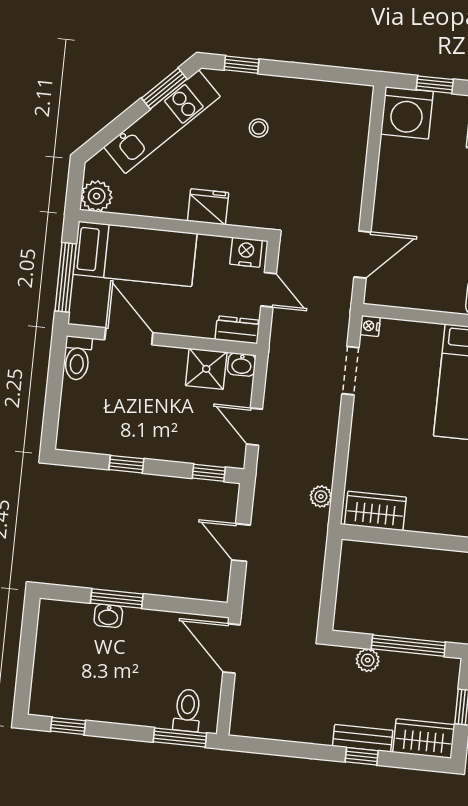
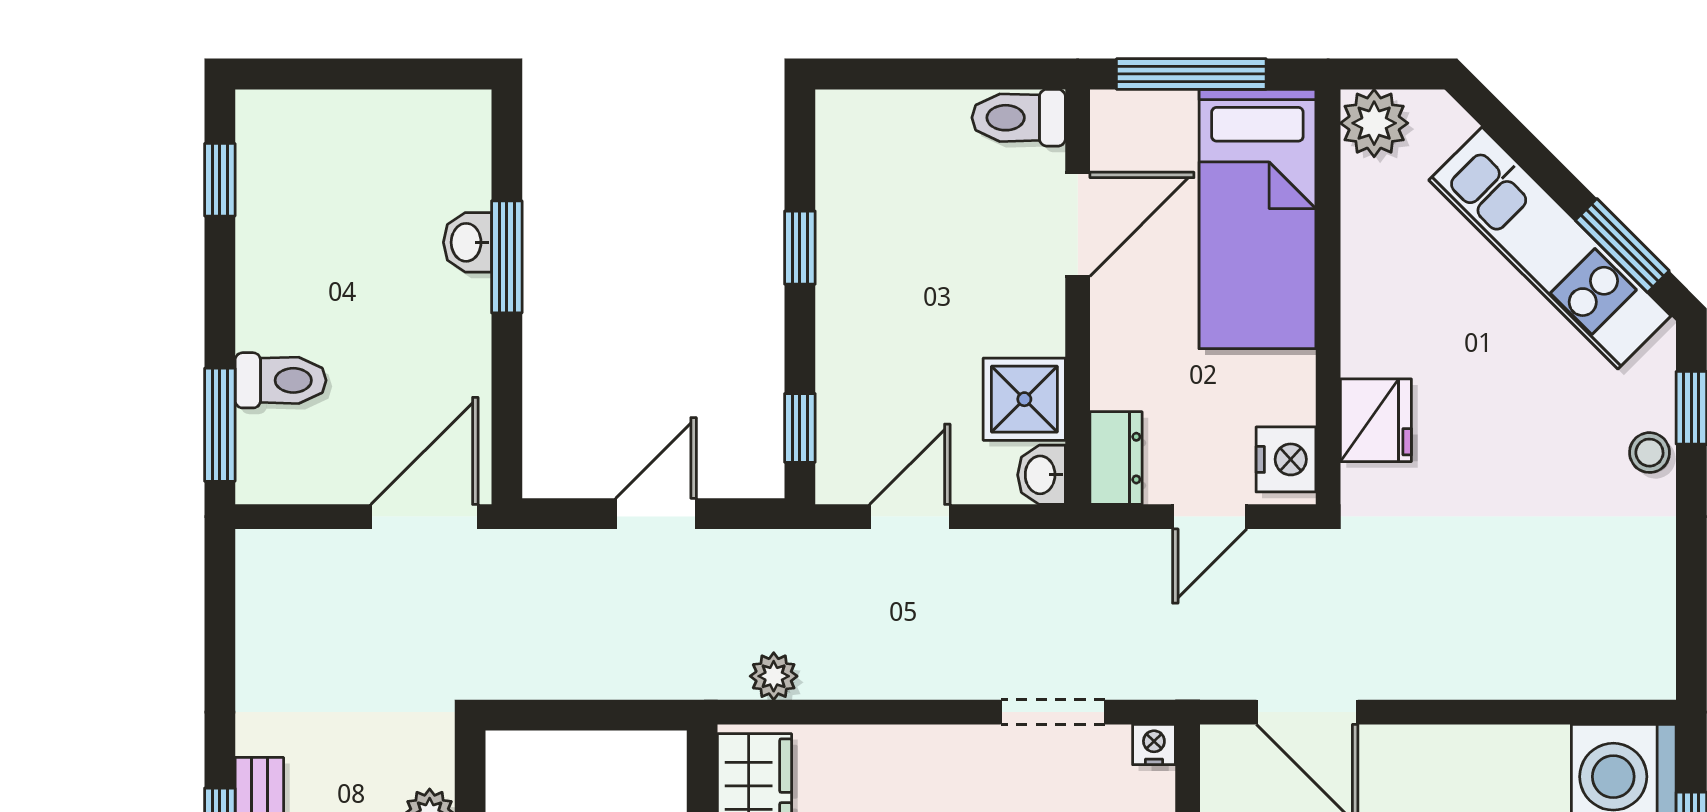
stool: (259, 128) -> (1649, 453), moved
fridge: (208, 207) -> (1376, 420), moved
toilet: (187, 710) -> (281, 380), moved

